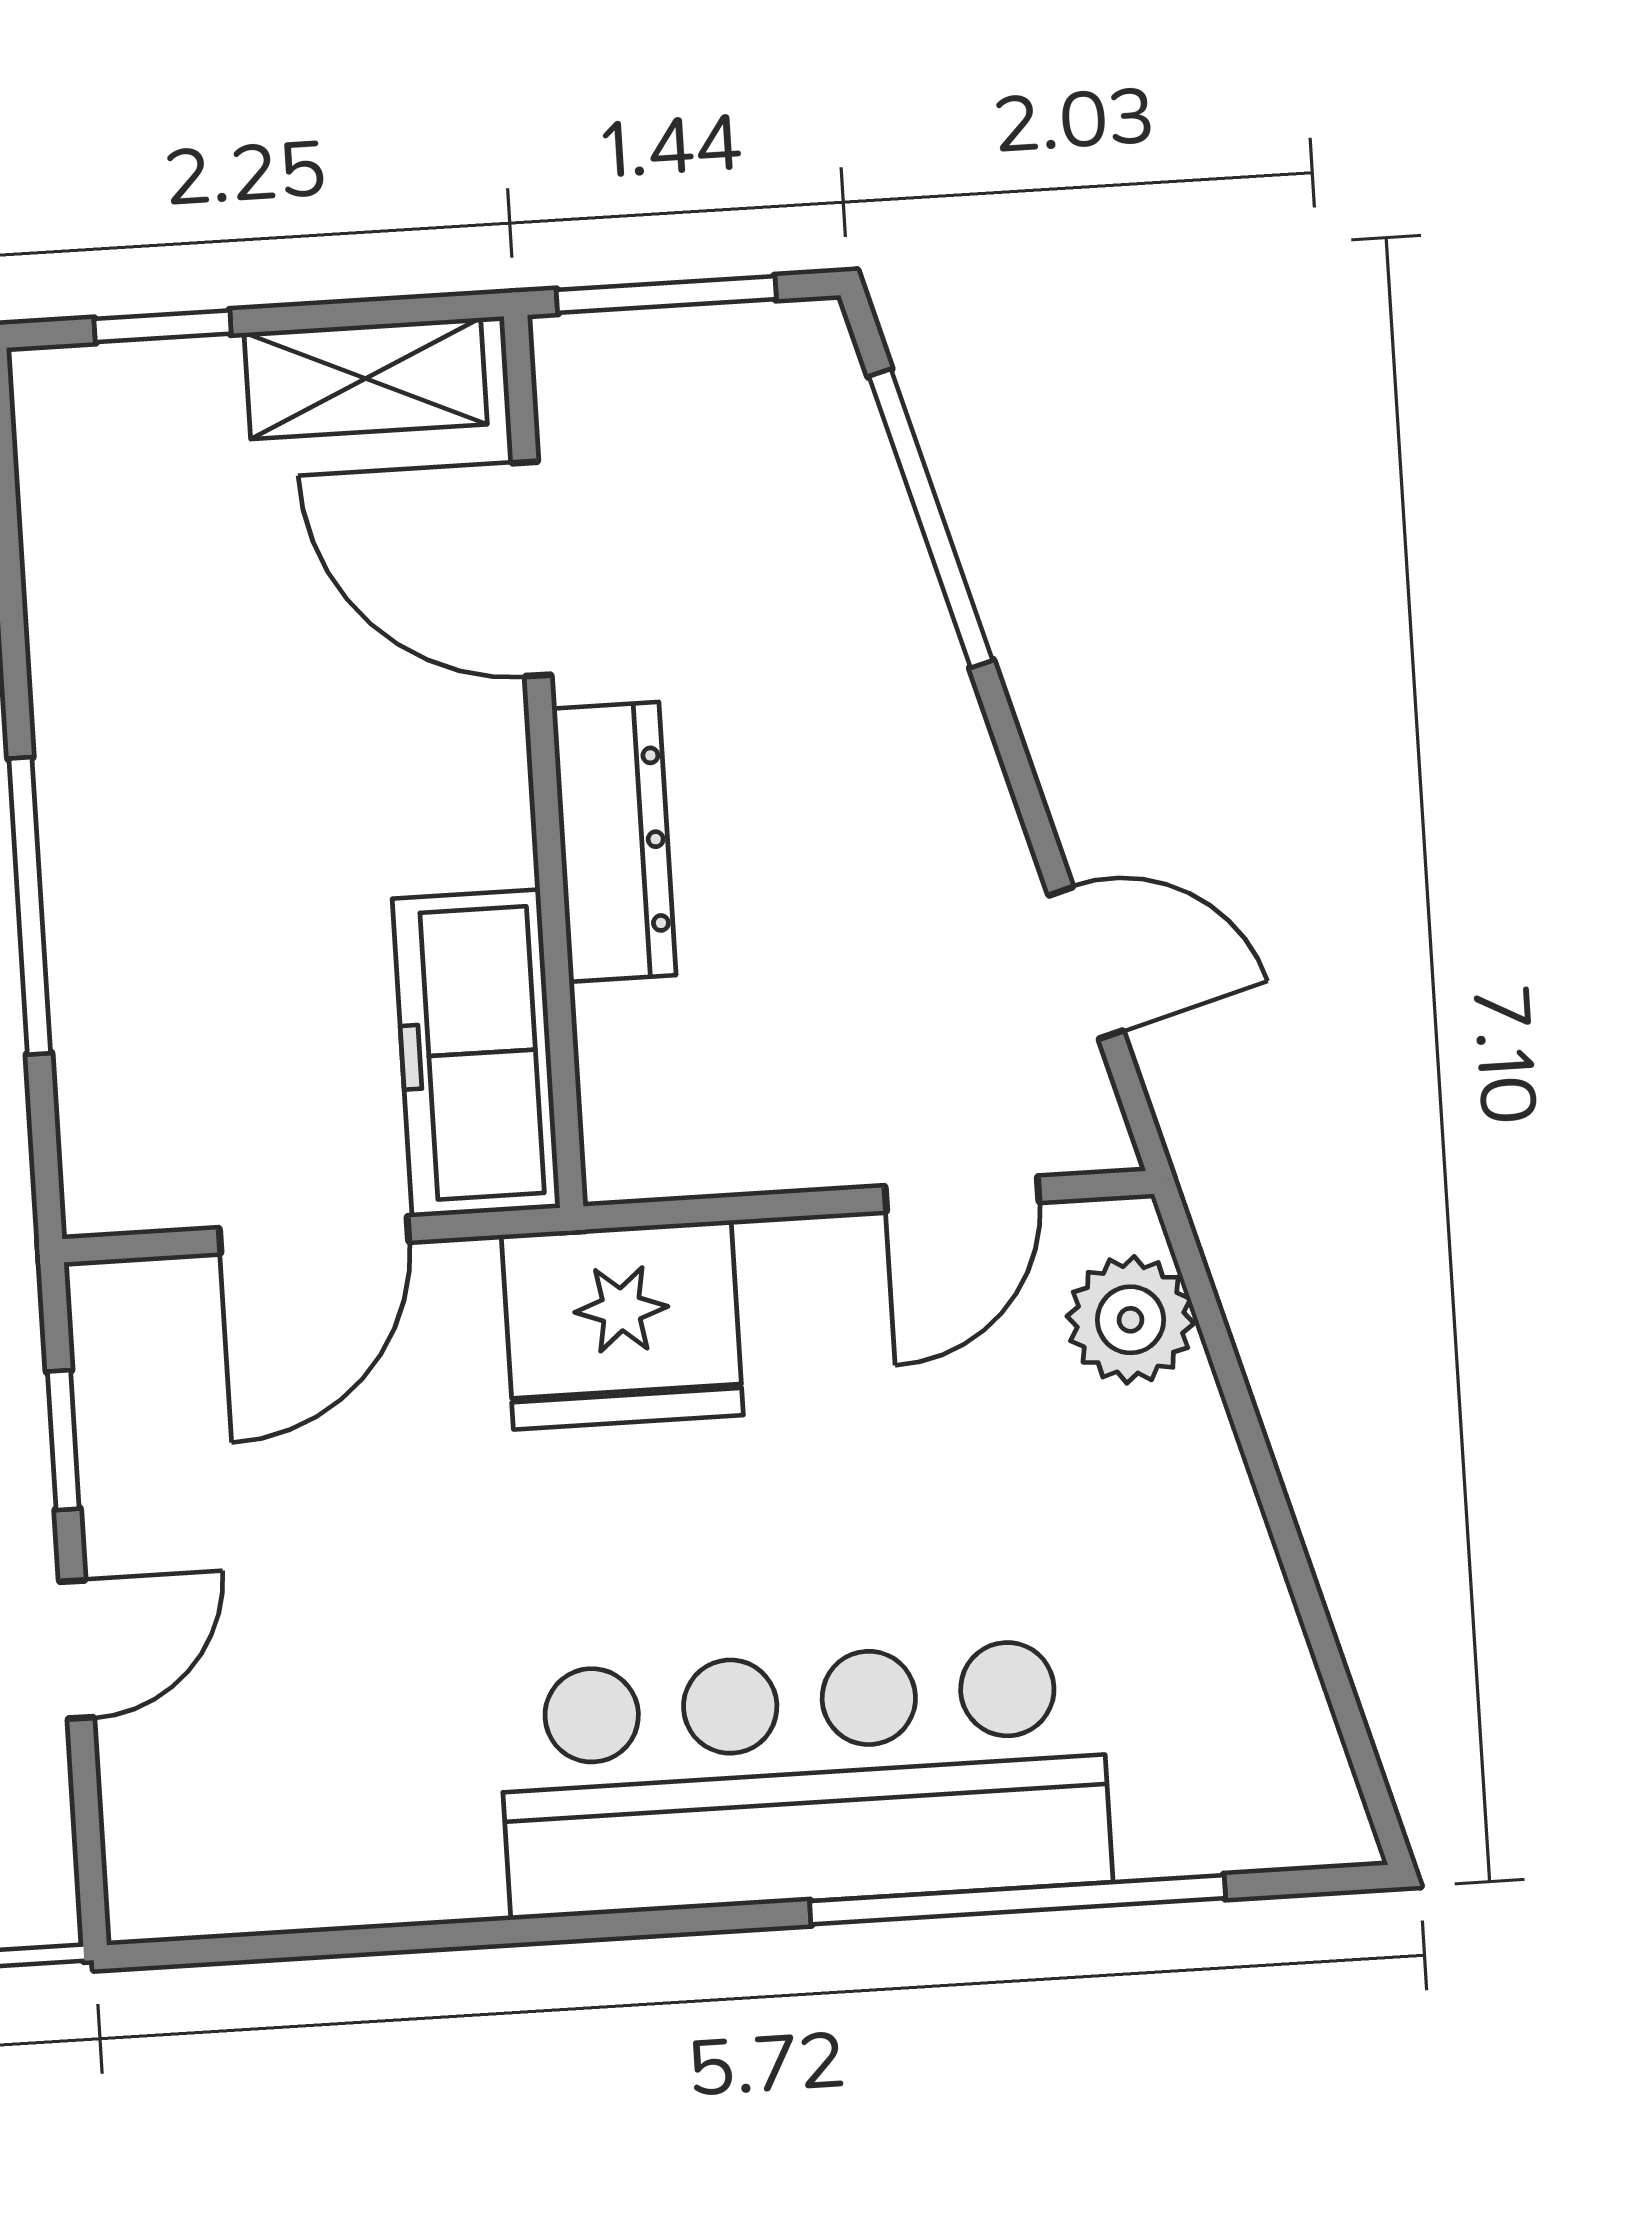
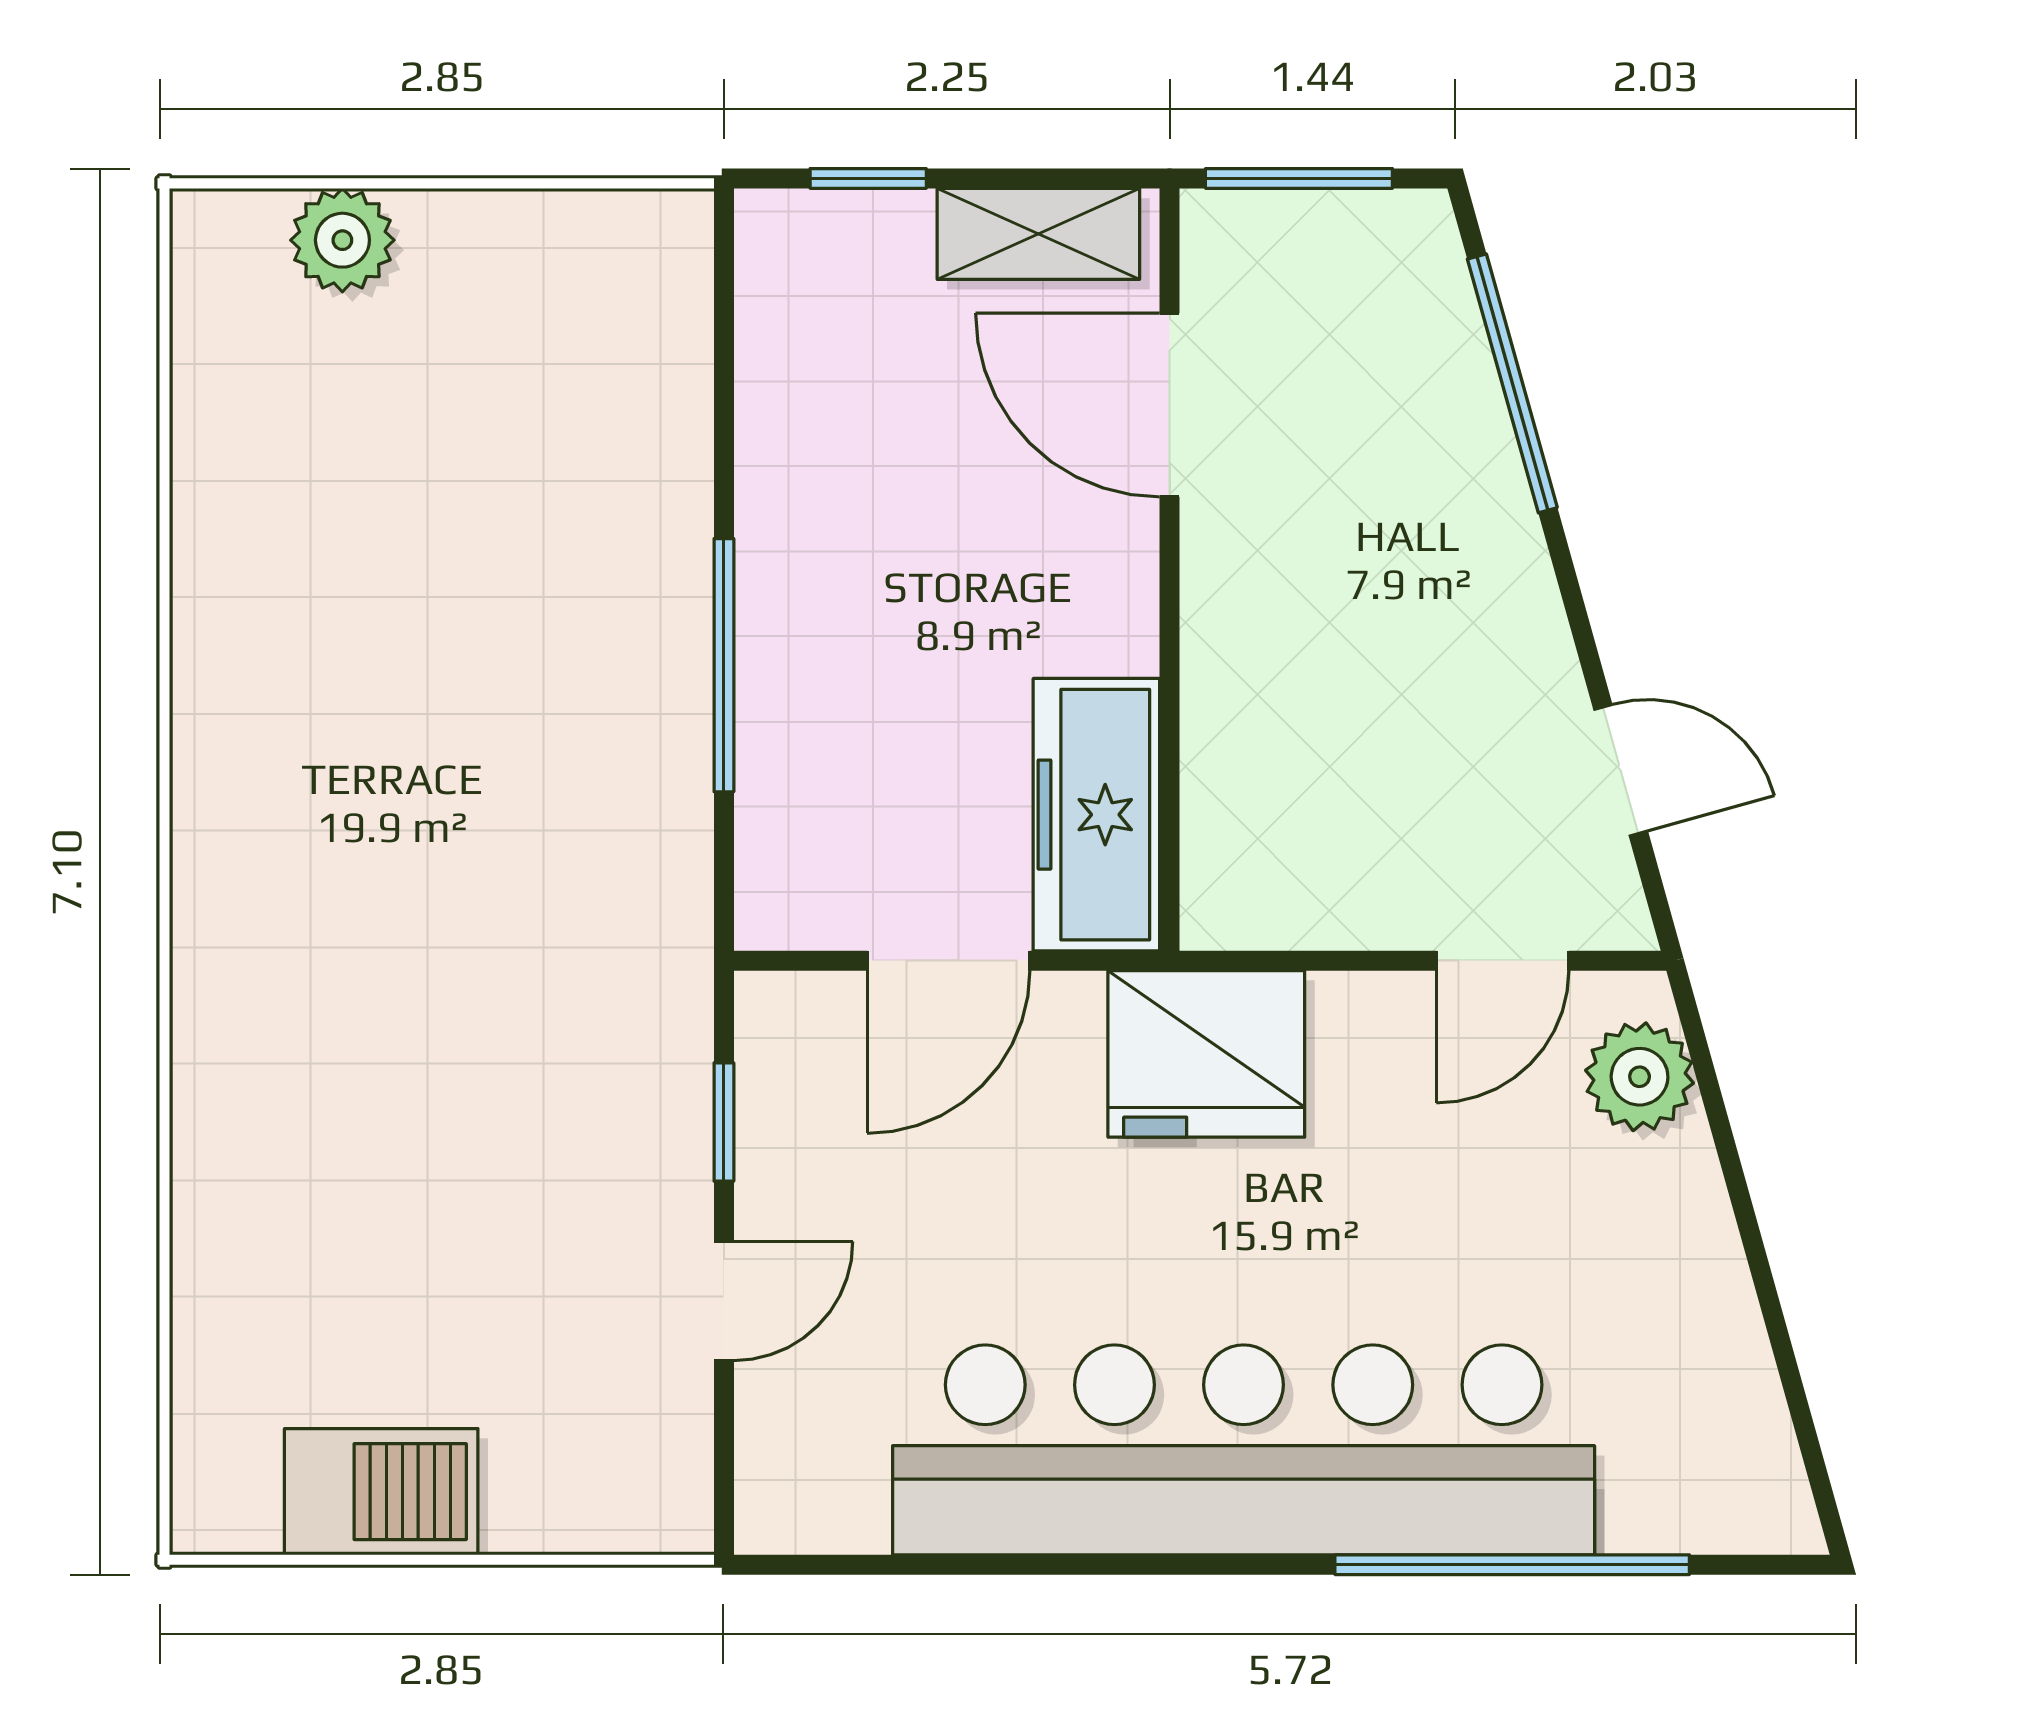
dresser: (614, 842) -> (1225, 642), removed
bar counter: (804, 1778) -> (1244, 1450), width x1.36

